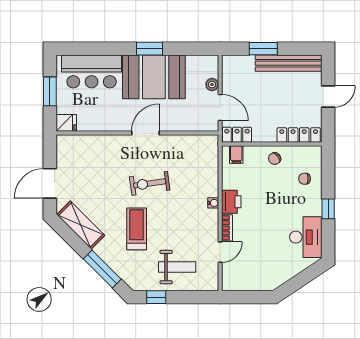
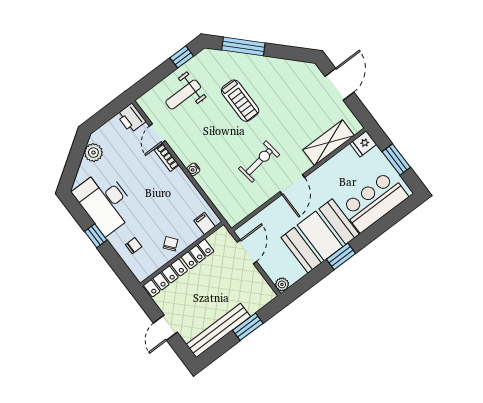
plant: (212, 85) -> (282, 284), moved
door: (220, 108) -> (247, 252), swing flipped
locker: (237, 135) -> (198, 254), moved
exercise bike: (150, 183) -> (259, 162), moved
printer: (231, 202) -> (131, 118), moved
shelving: (81, 225) -> (328, 143), moved, turned -45
desk: (306, 237) -> (105, 202), width x1.36, depth x1.30
plant: (281, 275) -> (93, 153), added

